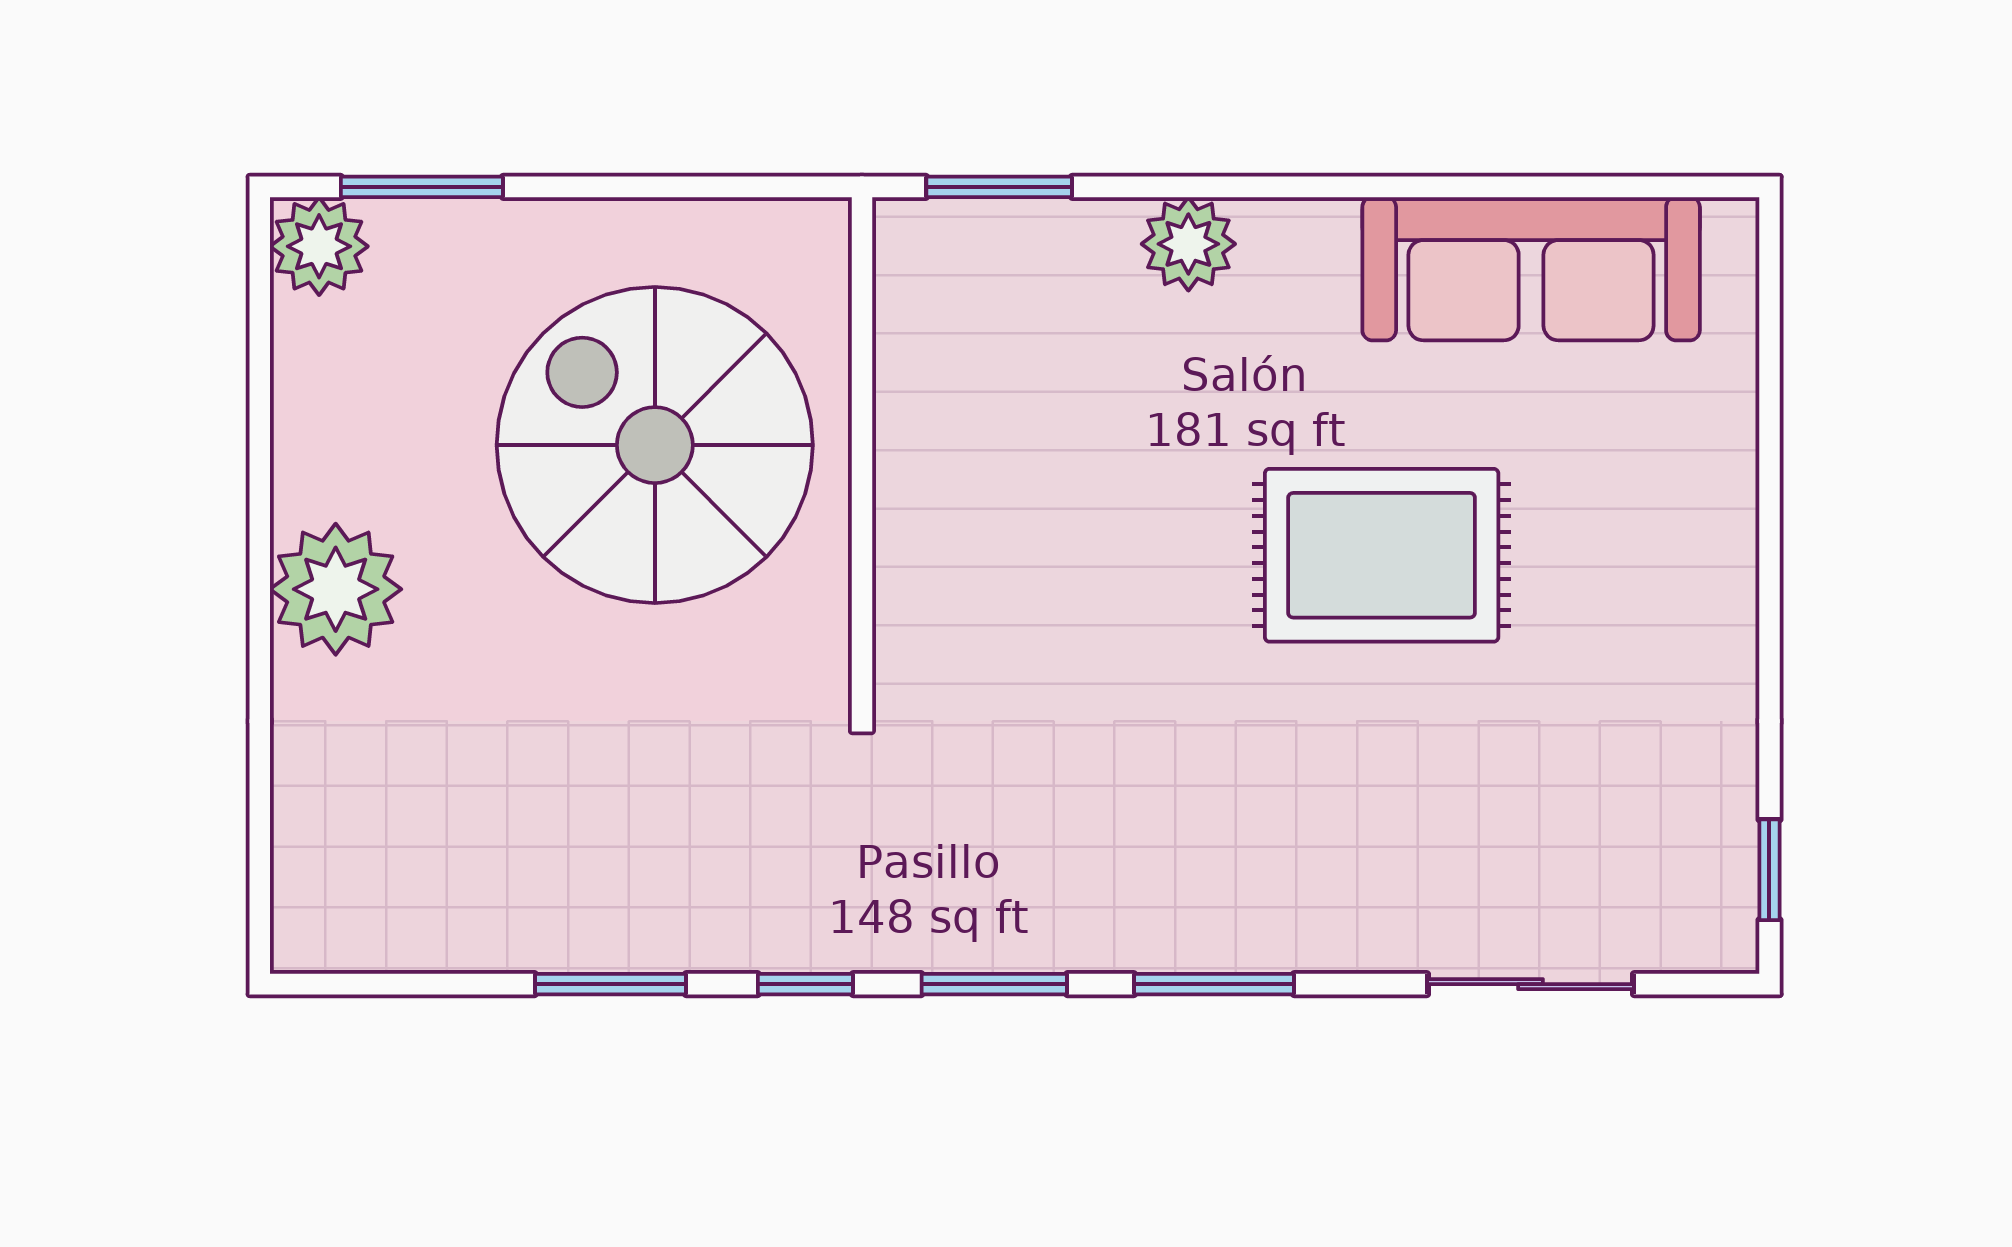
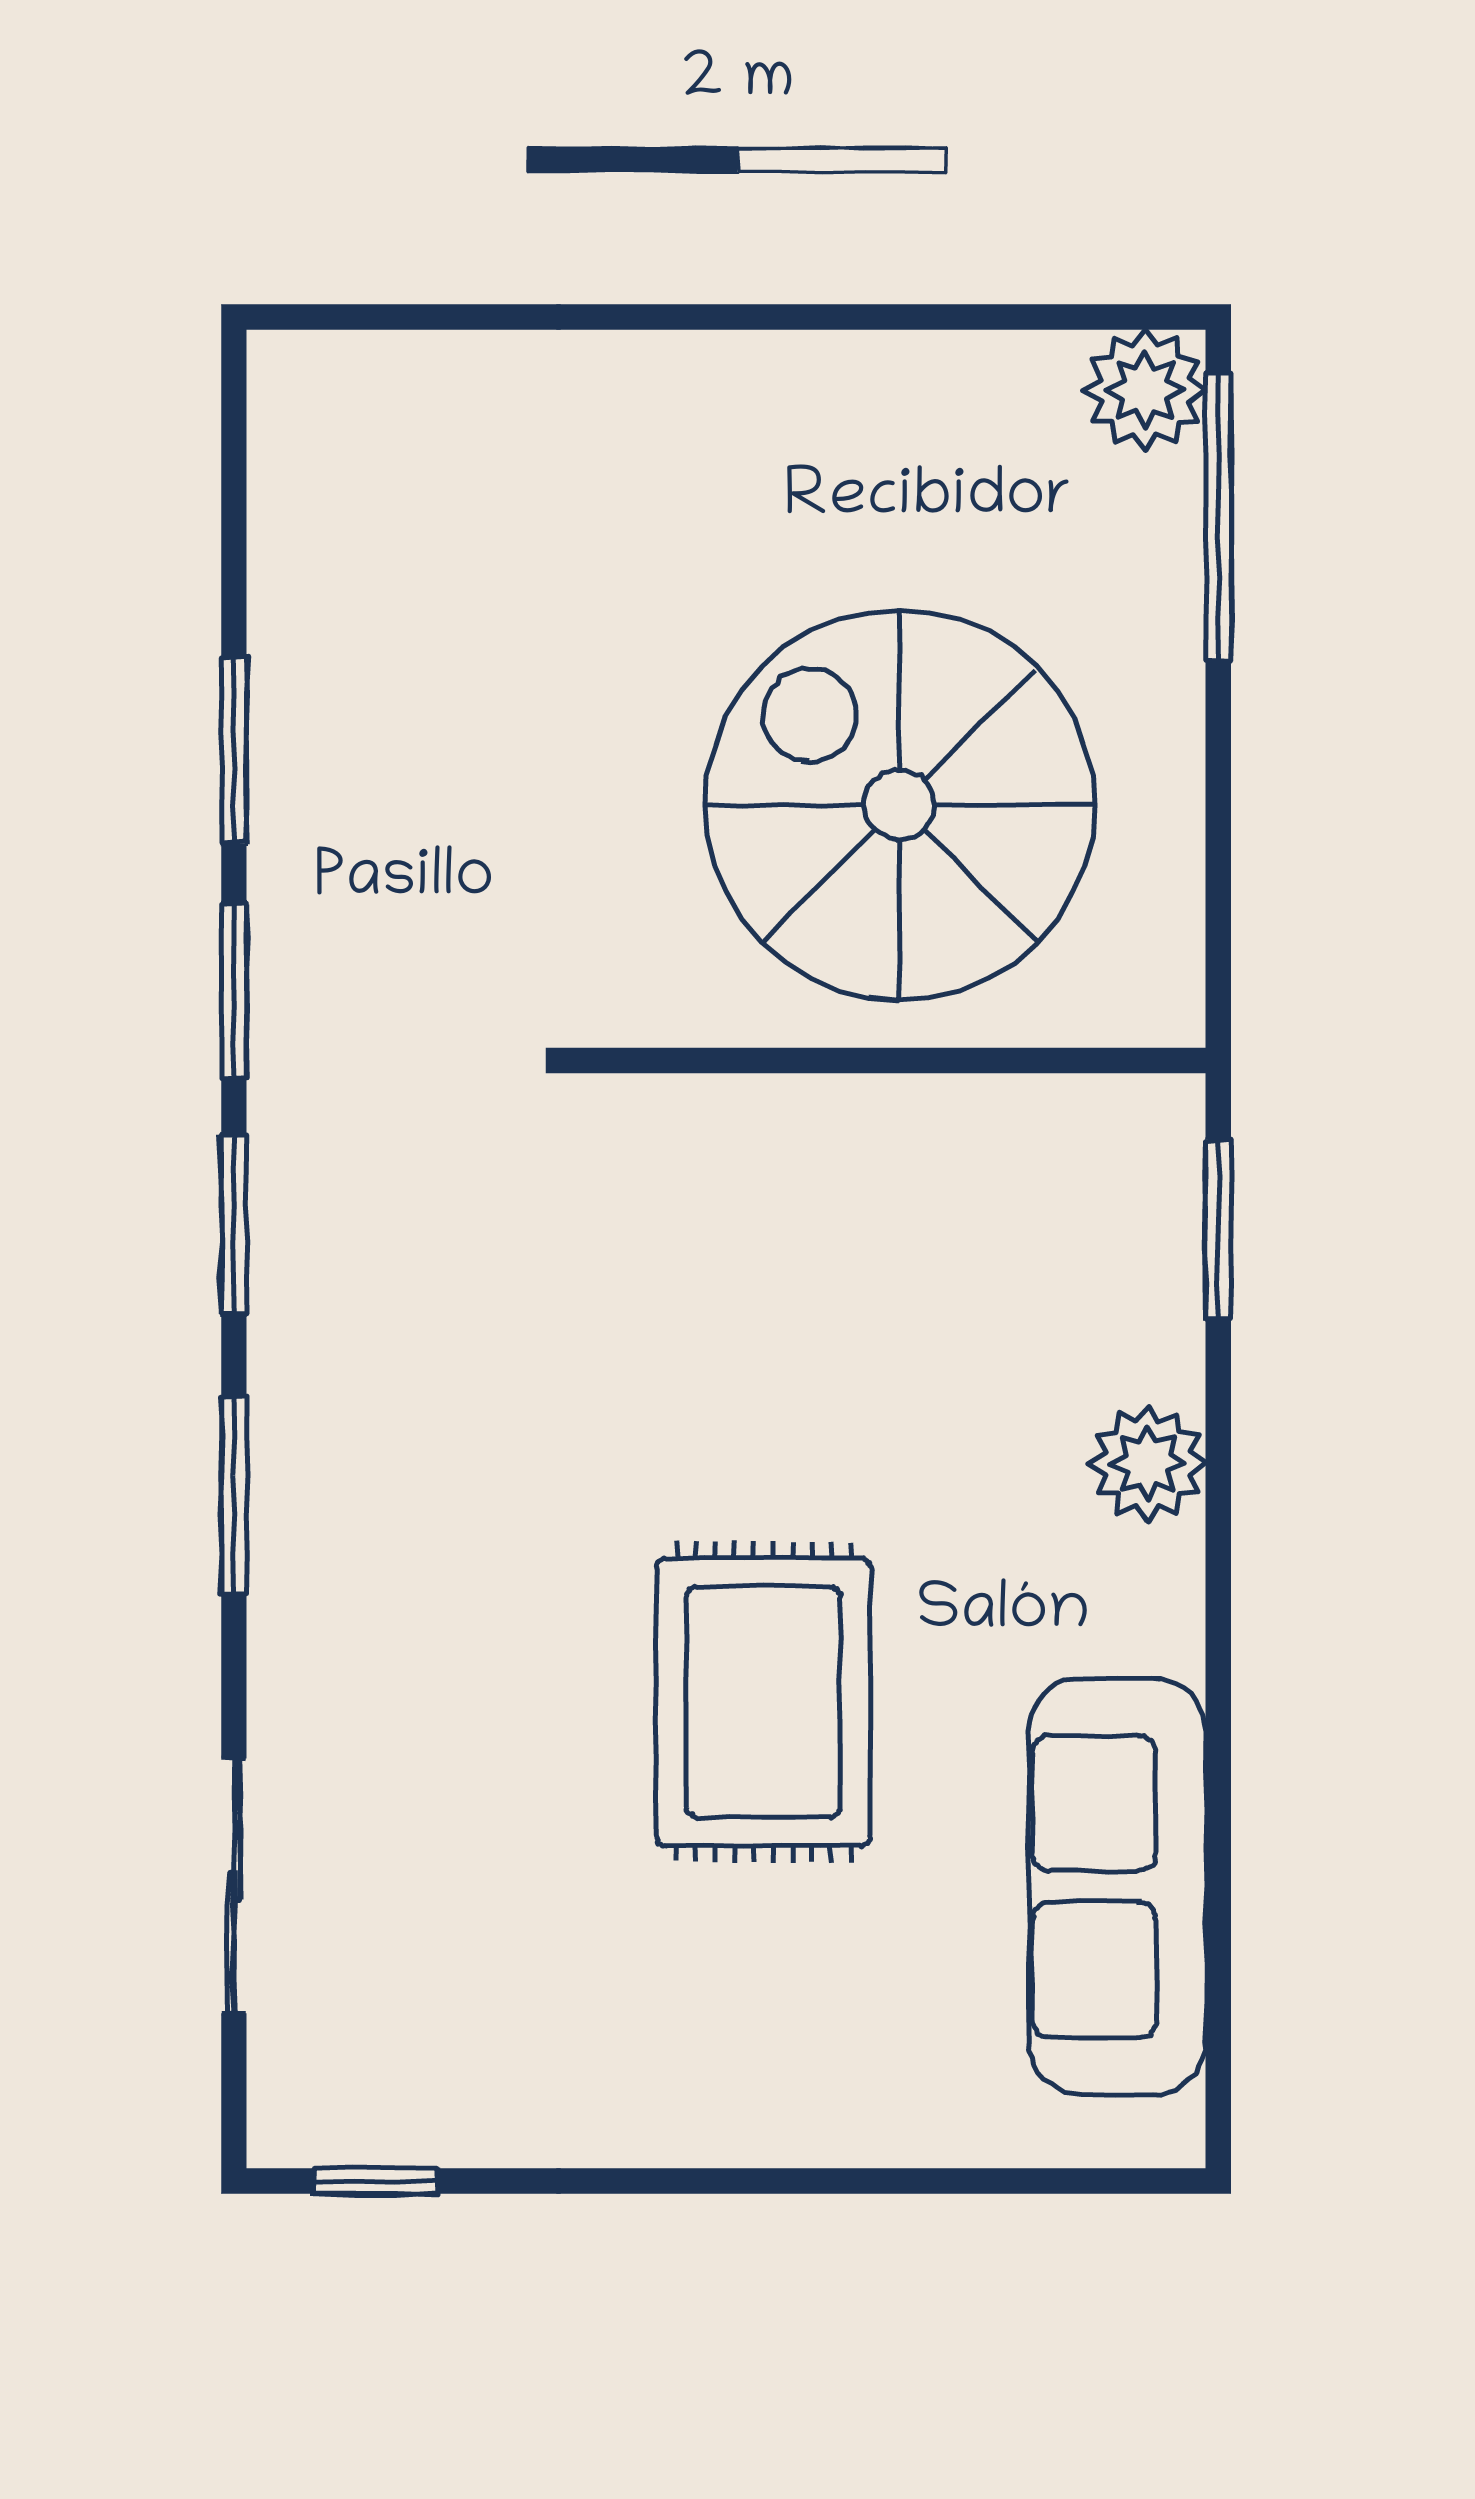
window: (422, 187) -> (1218, 517), width x1.44
spiral stairs: (655, 445) -> (899, 805), turned -90
plant: (336, 589) -> (721, 411), removed
window: (805, 984) -> (234, 991), width x1.50

